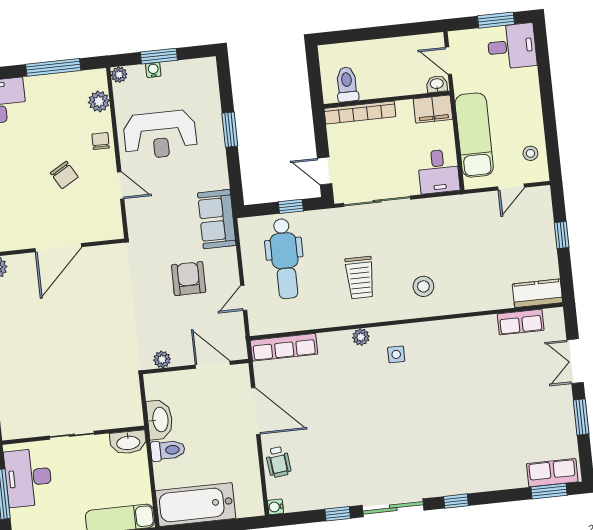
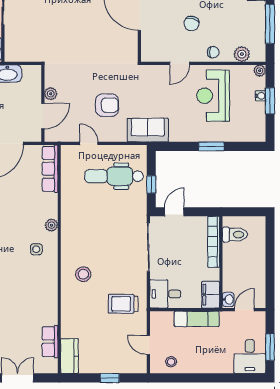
exam couch: (474, 135) -> (197, 319), width x0.73, depth x0.69
chair: (64, 175) -> (191, 23), turned -46
trolley: (360, 278) -> (123, 304), moved
plant: (162, 359) -> (51, 94), moved

